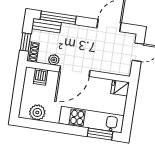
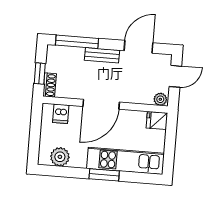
bench: (46, 26) -> (102, 55), moved
plant: (54, 60) -> (160, 99), moved
window: (100, 134) -> (104, 175), moved

